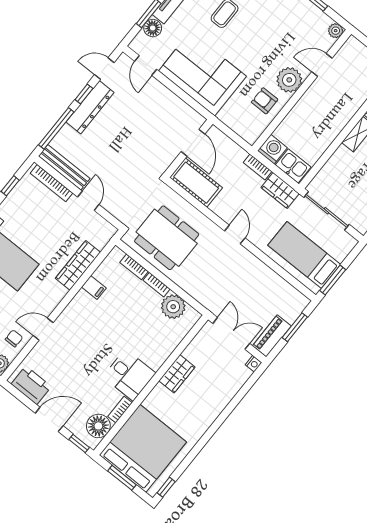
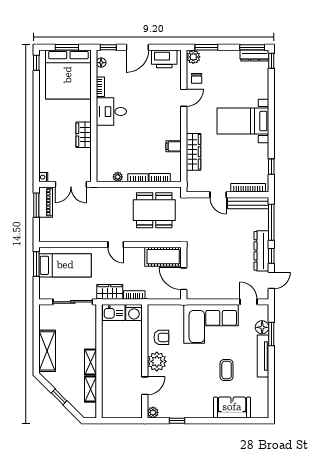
plant: (173, 307) -> (118, 177), width x0.53, depth x0.53
window: (295, 327) -> (36, 205), moved
floor lamp: (98, 426) -> (101, 63), width x0.53, depth x0.53

